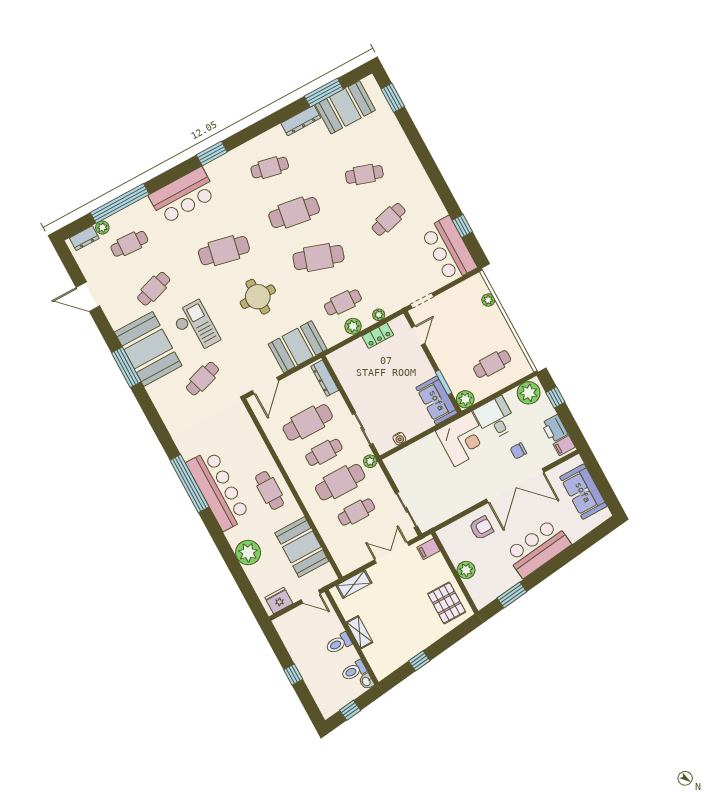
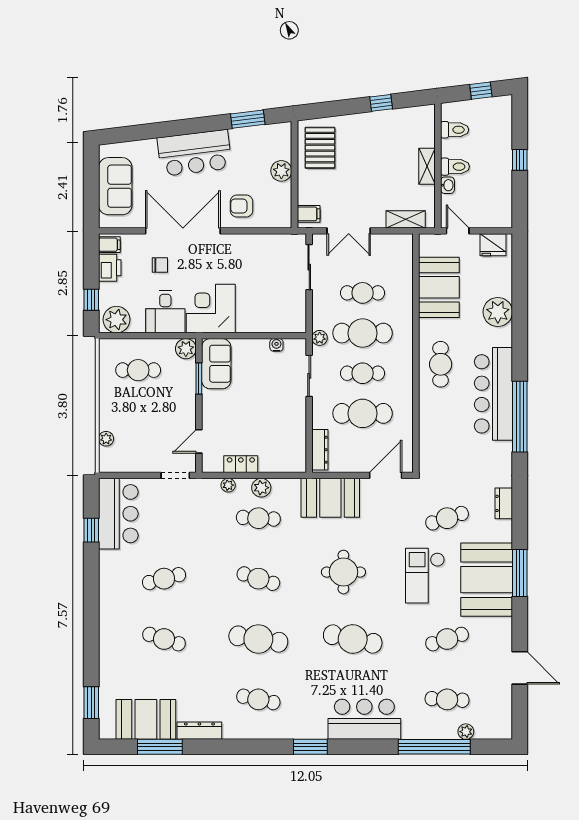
dresser: (84, 238) -> (504, 503), moved, turned -90
cafe table: (318, 257) -> (258, 579), width x0.73, depth x0.74
washbasin: (366, 681) -> (447, 185), moved

